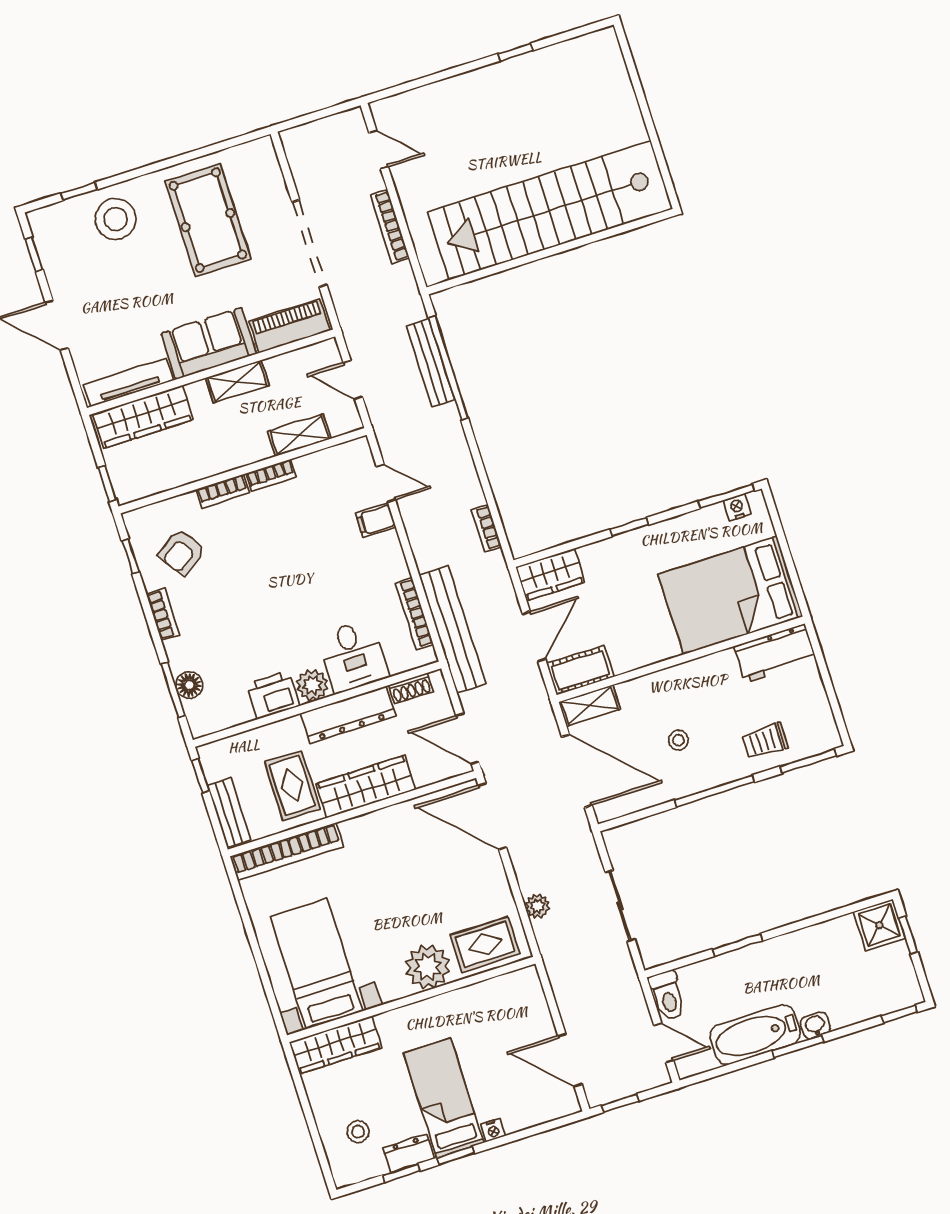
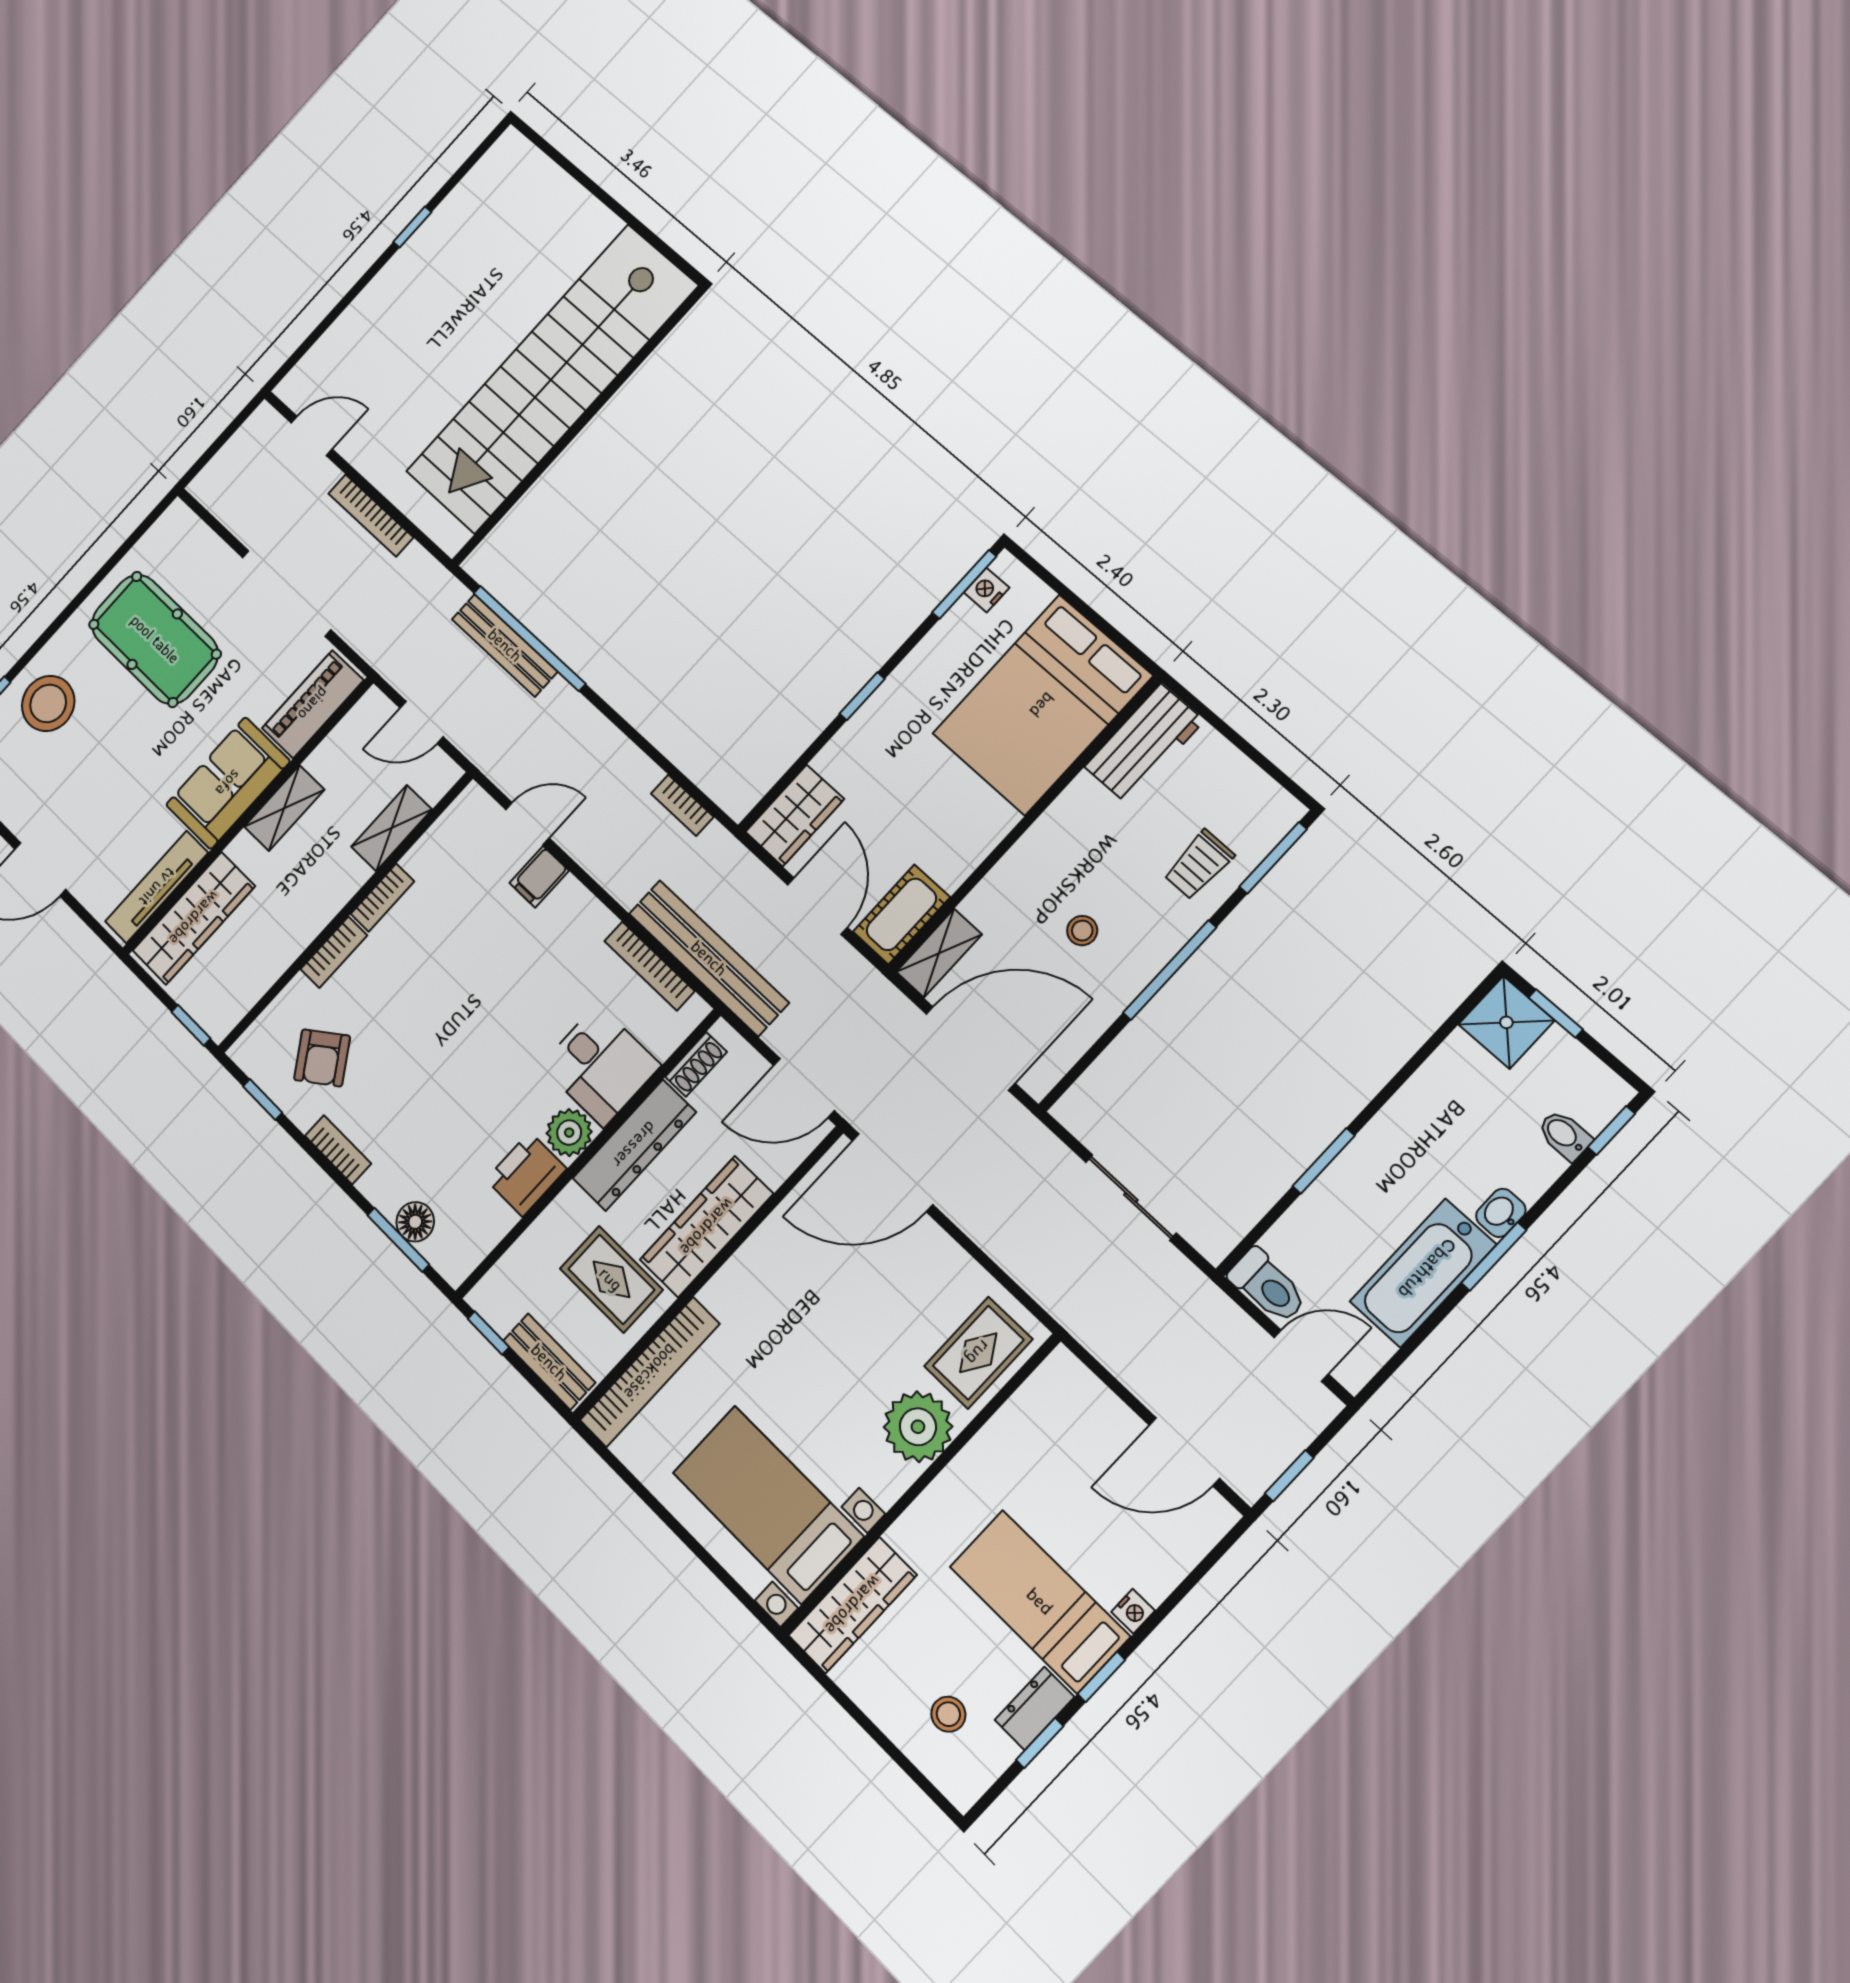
plant: (537, 906) -> (1020, 1261), removed
bidet: (873, 1003) -> (1565, 1135), added

